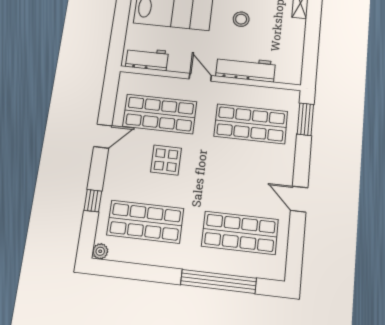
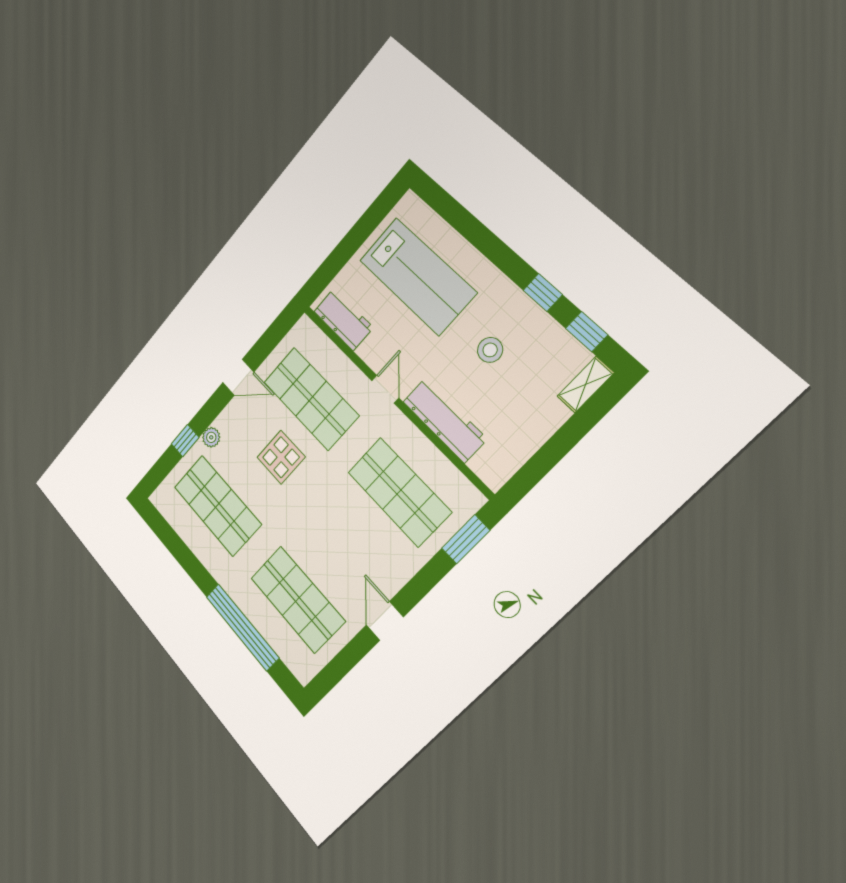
plant: (100, 251) -> (211, 437), moved

